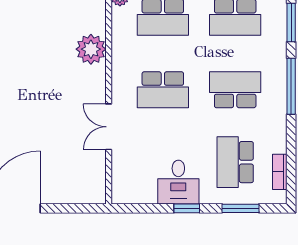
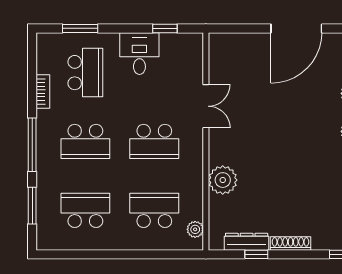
school desk: (163, 90) -> (154, 141), turned 180
bookcase: (280, 172) -> (43, 91), moved
window: (187, 208) -> (165, 28), moved

